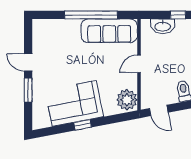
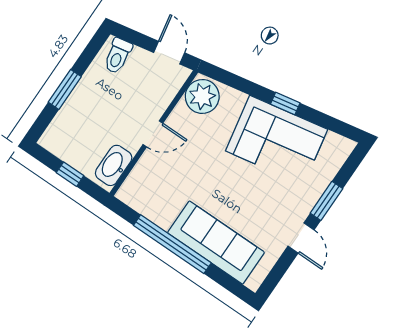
window: (178, 15) -> (70, 174), moved
washbasin: (163, 26) -> (114, 165), moved, turned -90
sofa: (109, 31) -> (216, 242), moved

